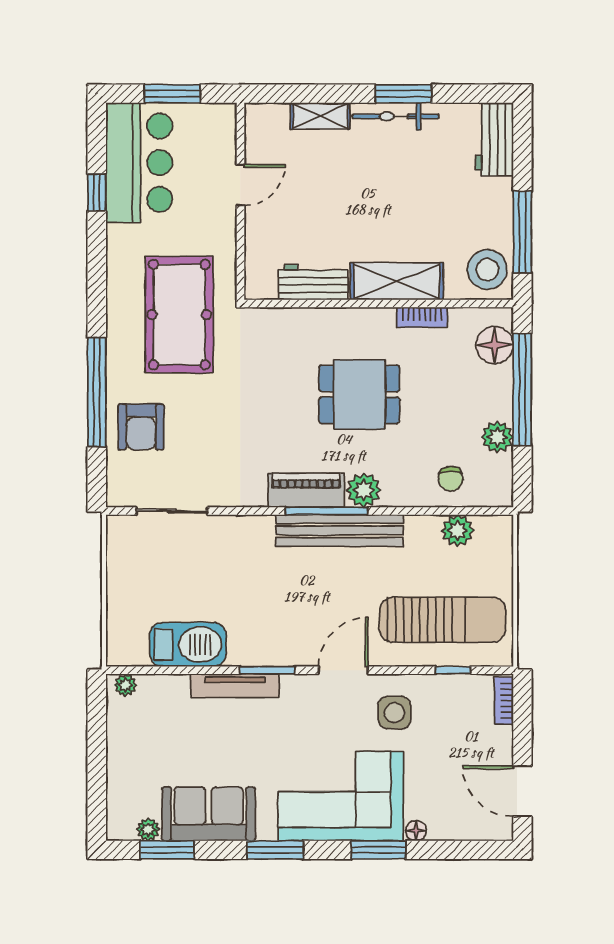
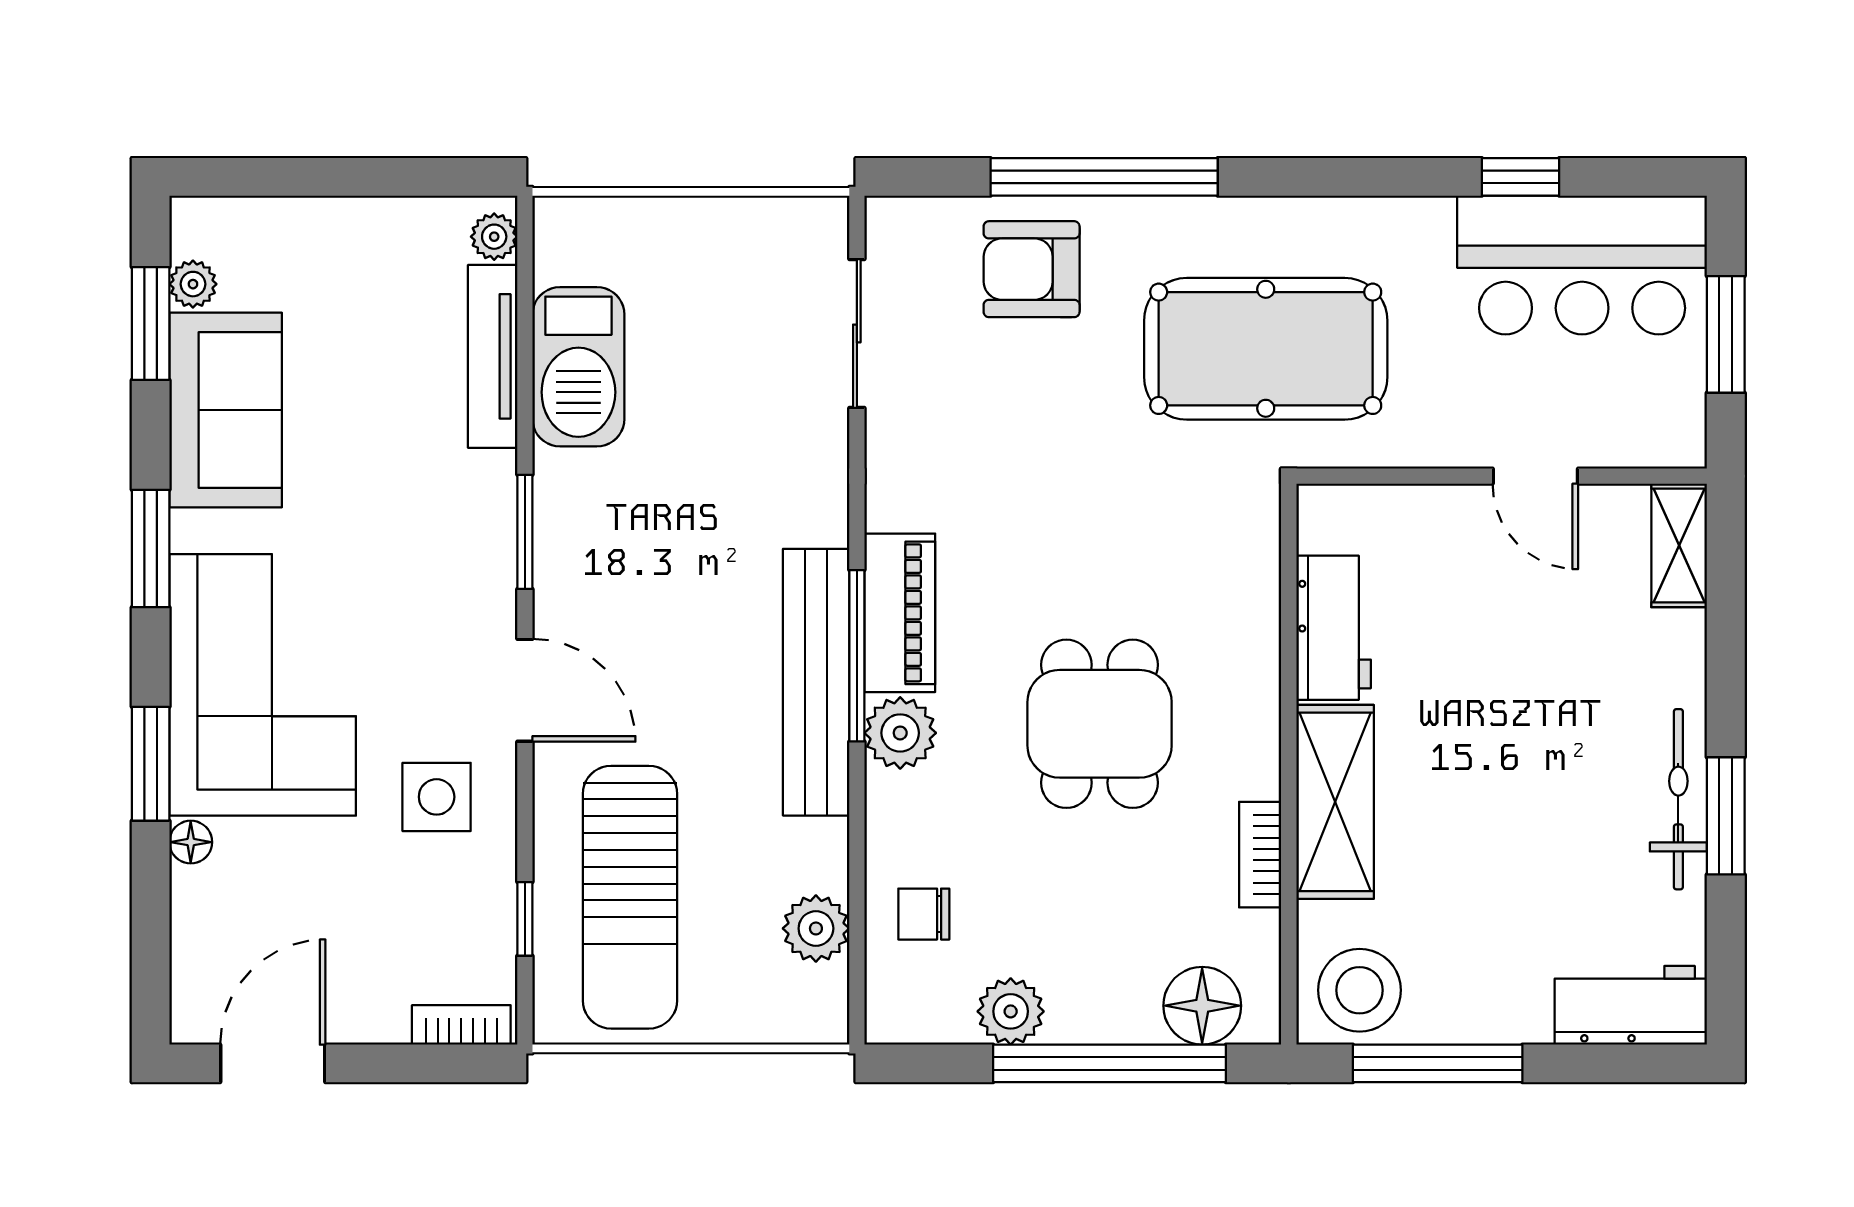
shelving: (320, 116) -> (1679, 545), moved
tv unit: (235, 686) -> (493, 356), moved

